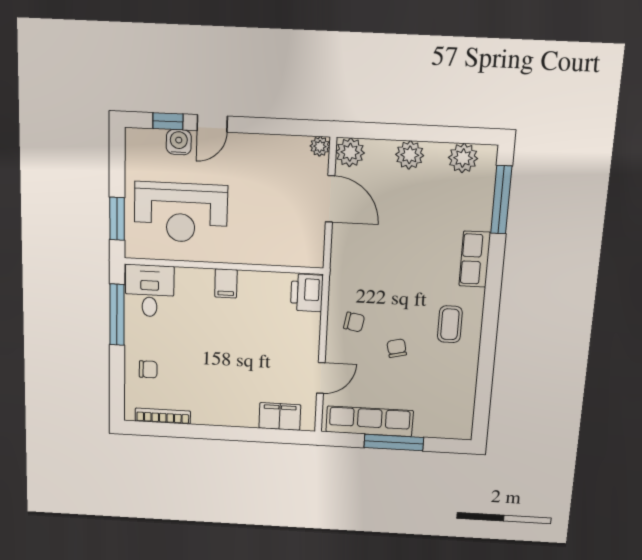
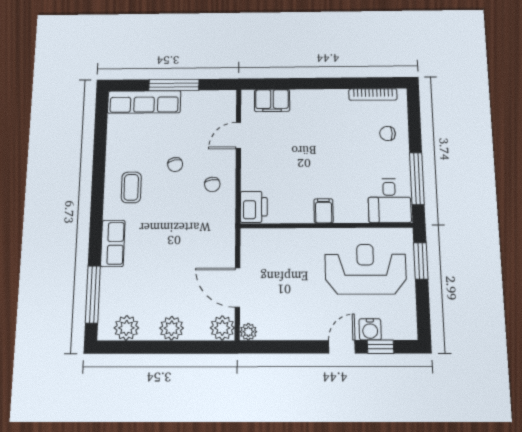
chair: (354, 322) -> (212, 184), turned -108
row of seats: (370, 421) -> (144, 102), moved

